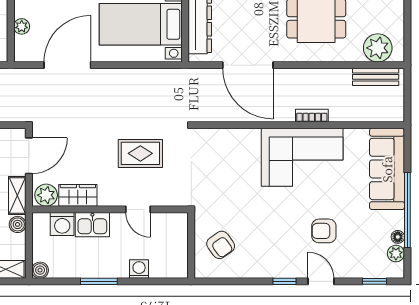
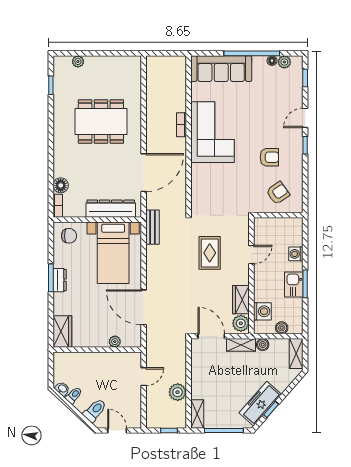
plant: (378, 48) -> (131, 76), removed
bench: (376, 77) -> (152, 227), moved
kitchen sink: (92, 225) -> (294, 284), moved, turned 180
armchair: (324, 231) -> (269, 157), moved, turned -90
boiler: (40, 270) -> (282, 328), moved

